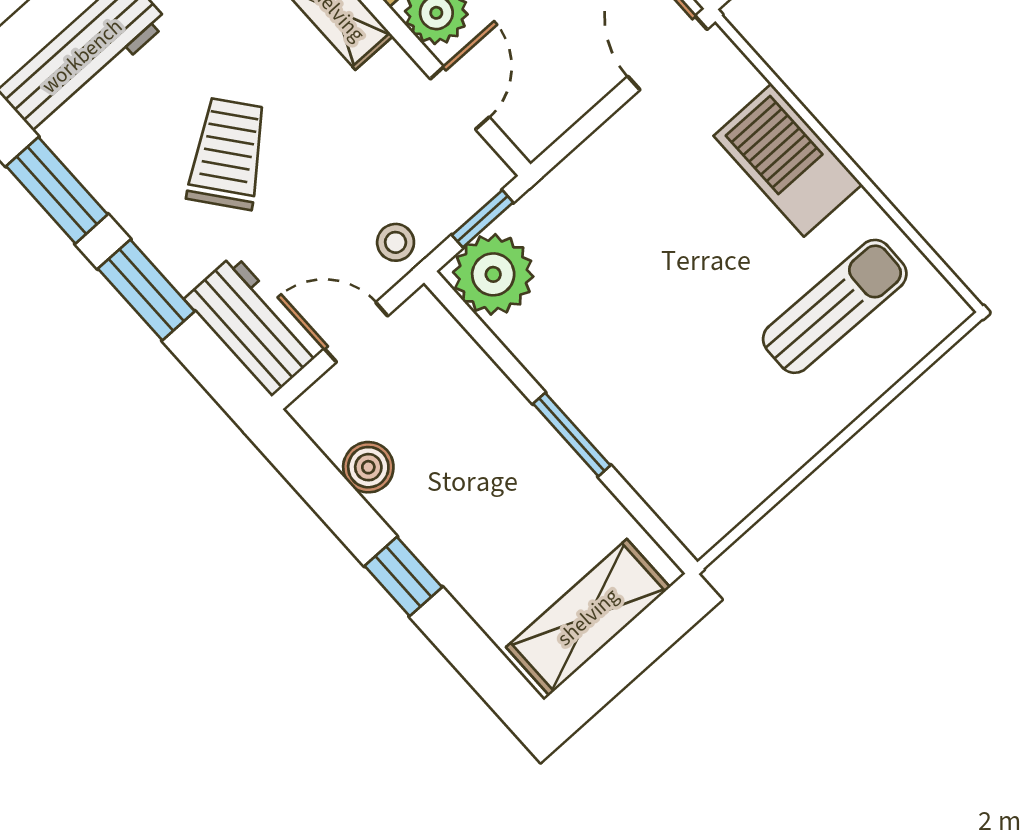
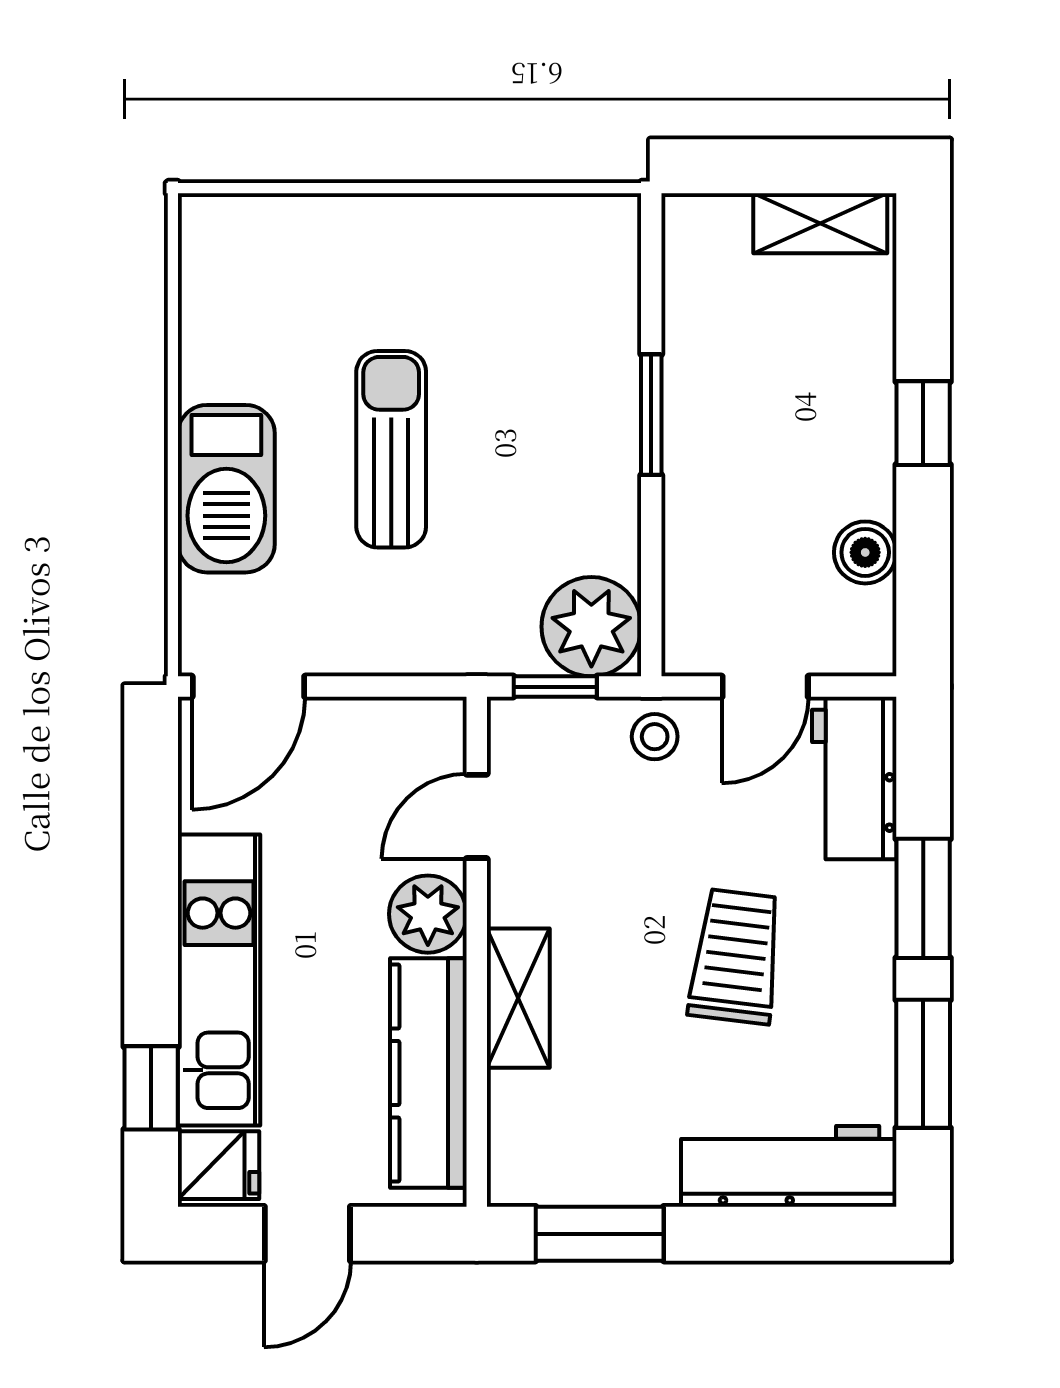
trolley: (228, 154) -> (736, 957), turned 135
sun lounger: (835, 306) -> (391, 449), moved, turned 89
door: (356, 332) -> (765, 687), hinge flipped
shelving: (588, 617) -> (820, 223), width x0.67, depth x0.75

